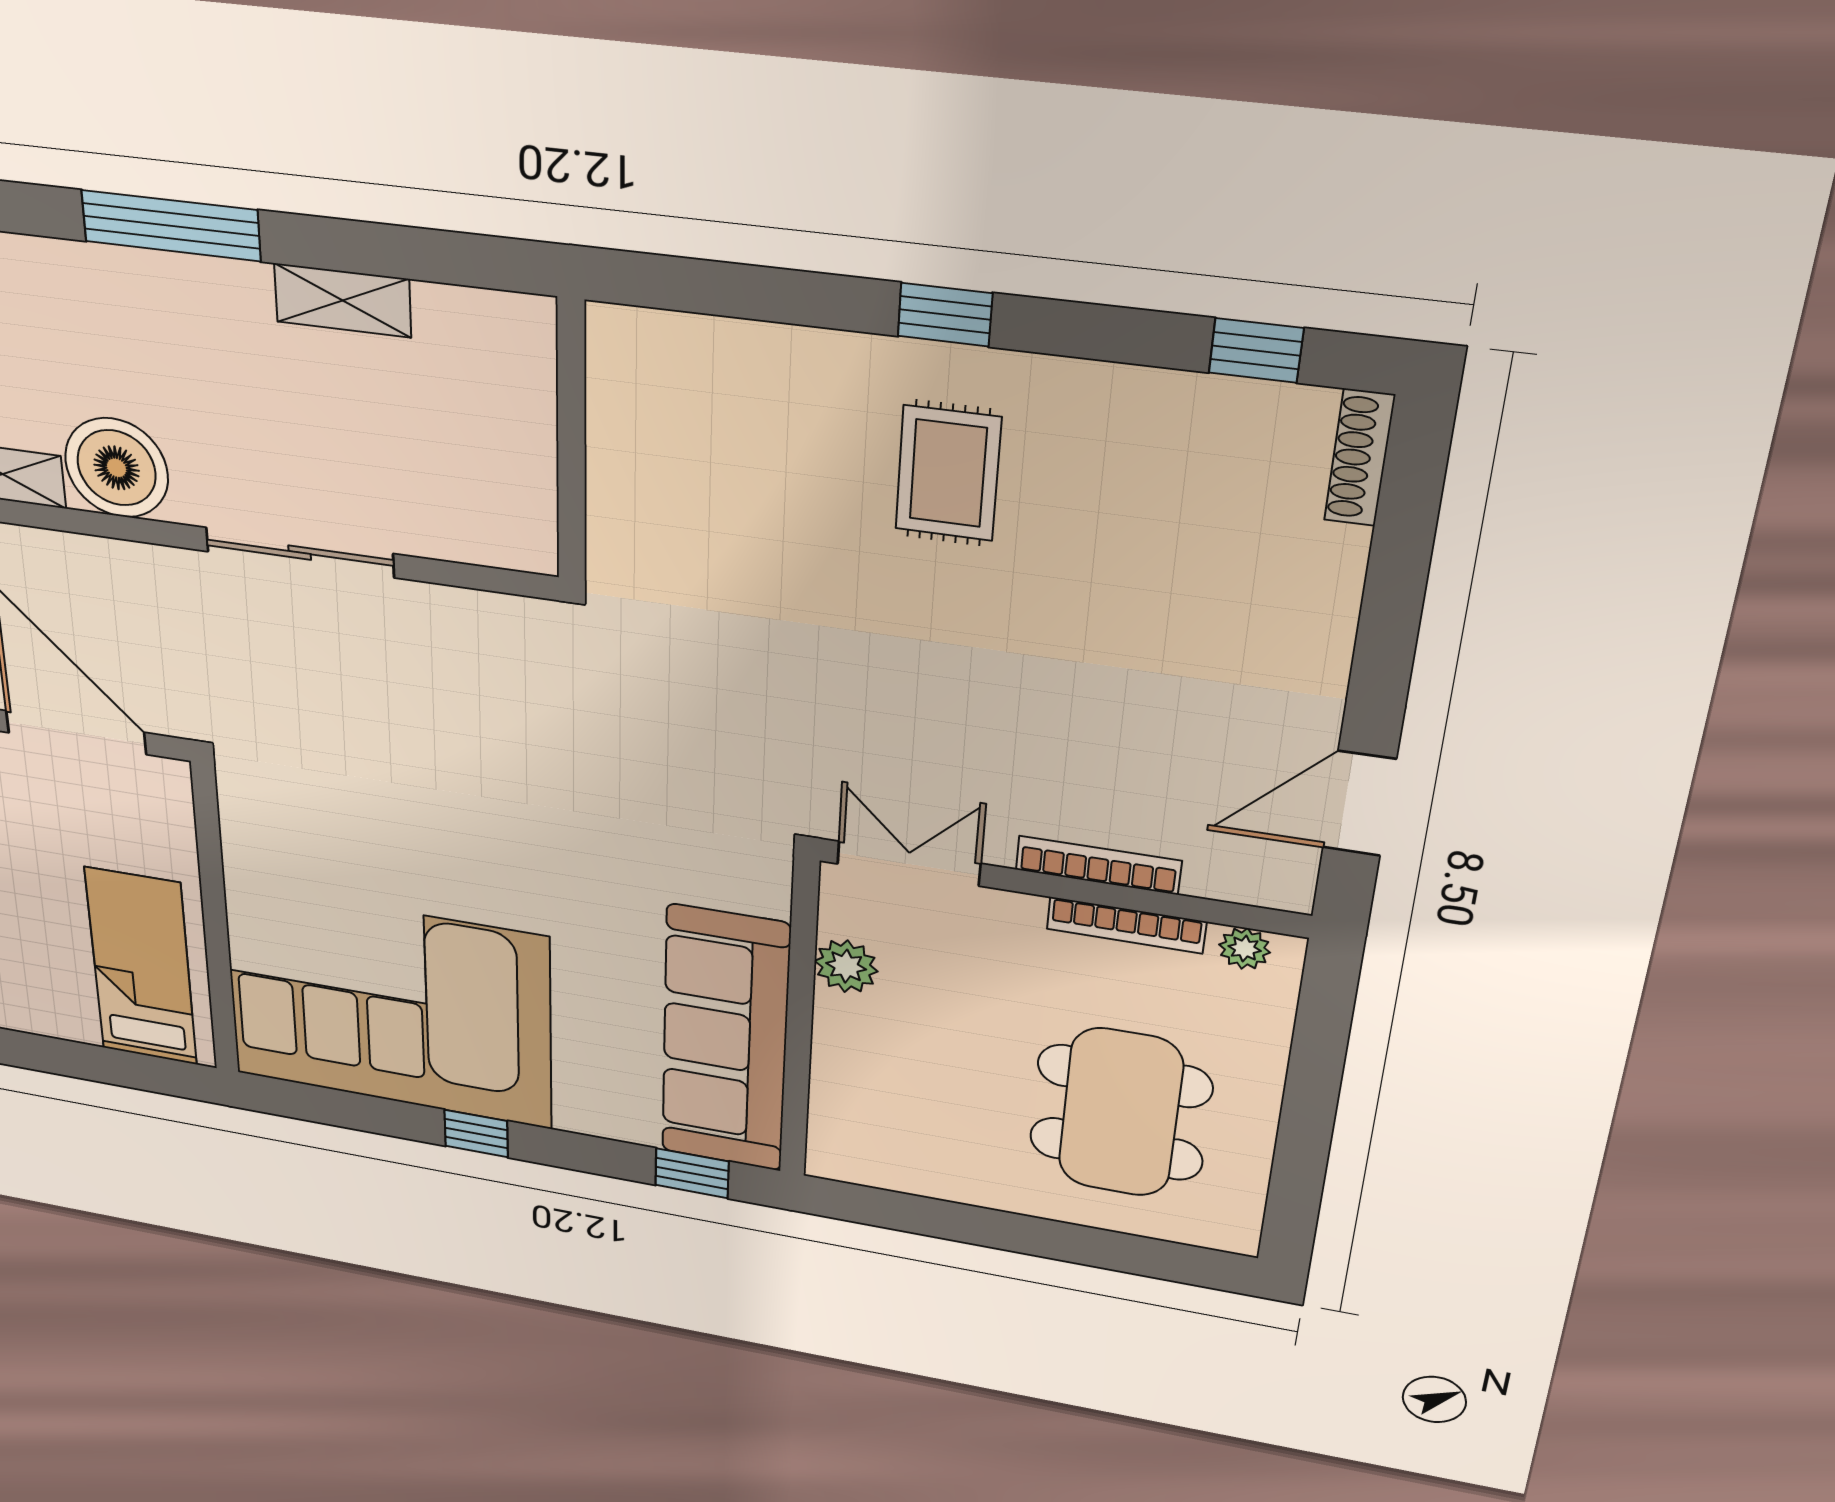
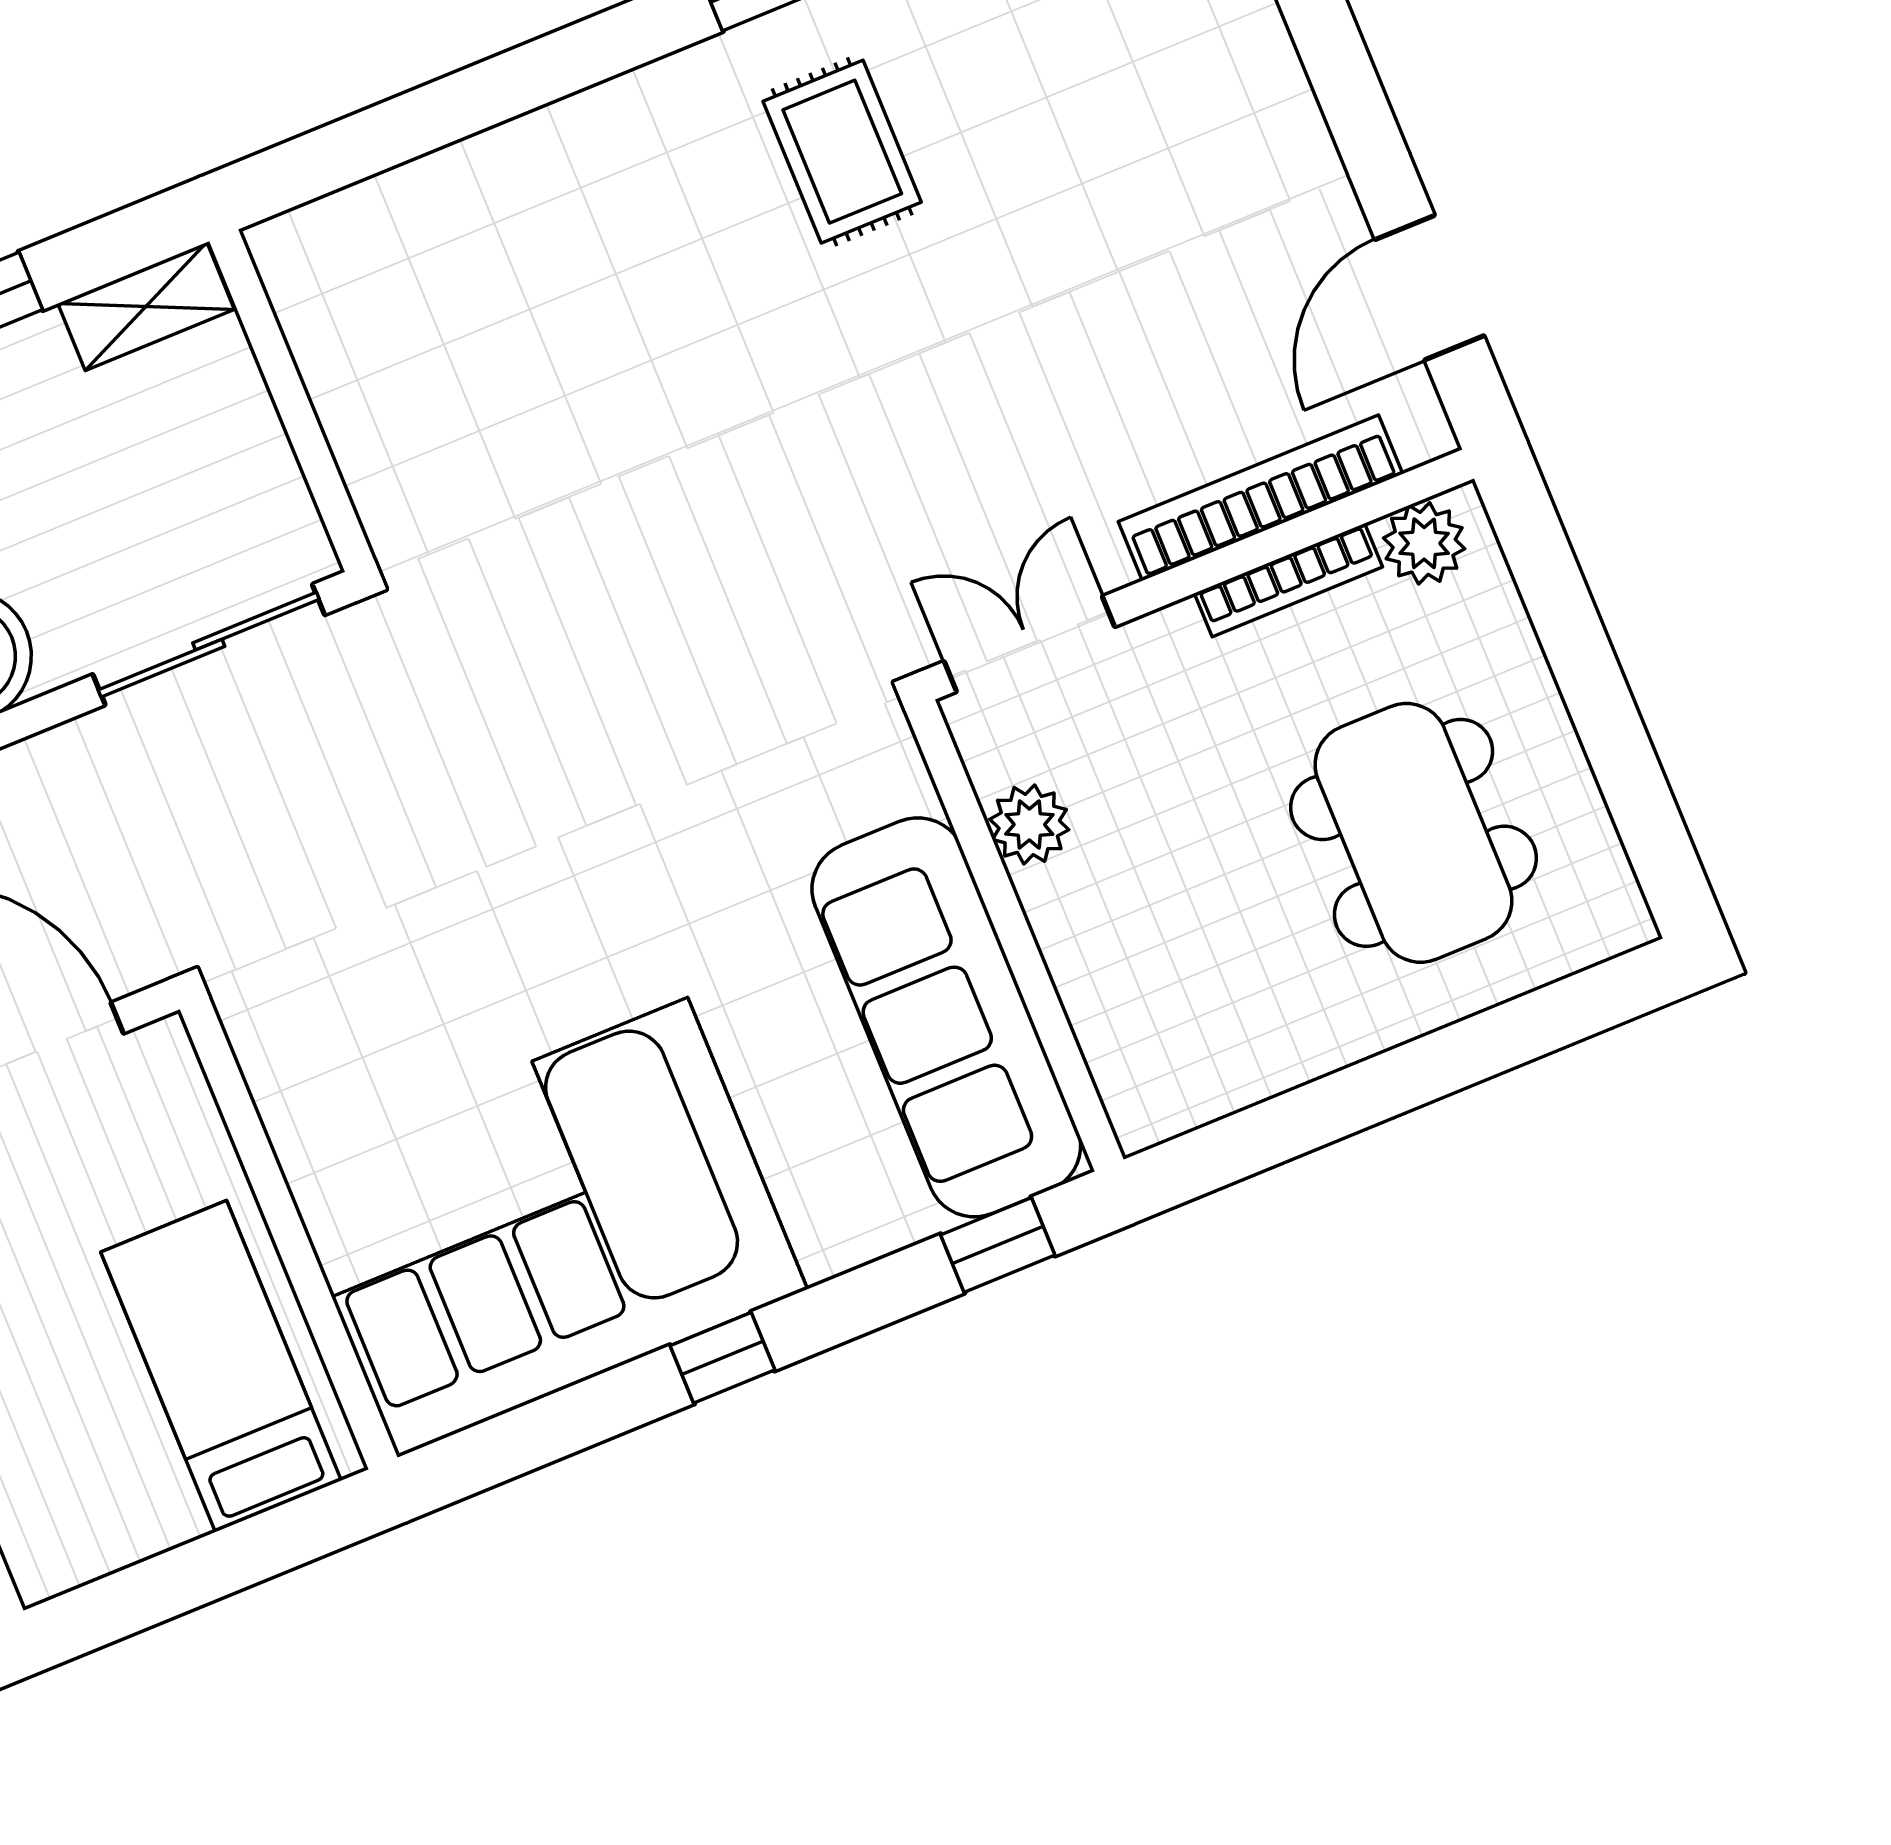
wall: (571, 442) -> (292, 401), moved
bookcase: (1098, 865) -> (1261, 498), width x1.48, depth x1.31
plant: (1245, 949) -> (1424, 543), width x1.38, depth x1.38

